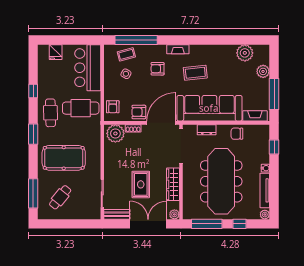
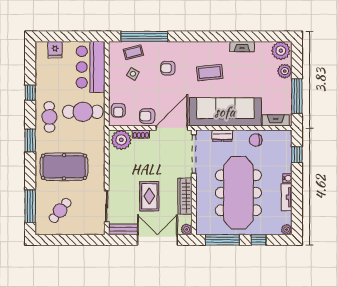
fireplace: (178, 49) -> (242, 47), moved
plant: (245, 53) -> (281, 51), moved
tv unit: (265, 190) -> (287, 197), width x0.71

